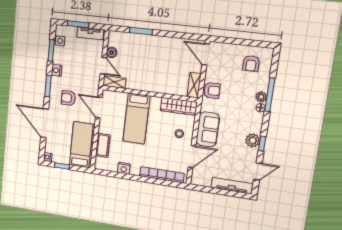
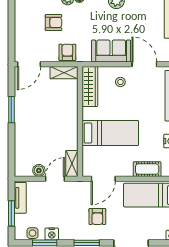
window: (141, 31) -> (11, 110), moved
armchair: (251, 63) -> (54, 23), moved
nightstand: (57, 70) -> (52, 234), moved

